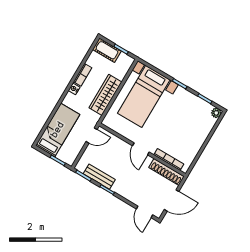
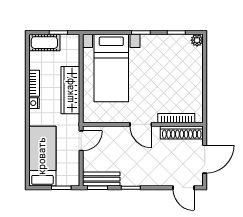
bench: (99, 177) -> (101, 179), moved

